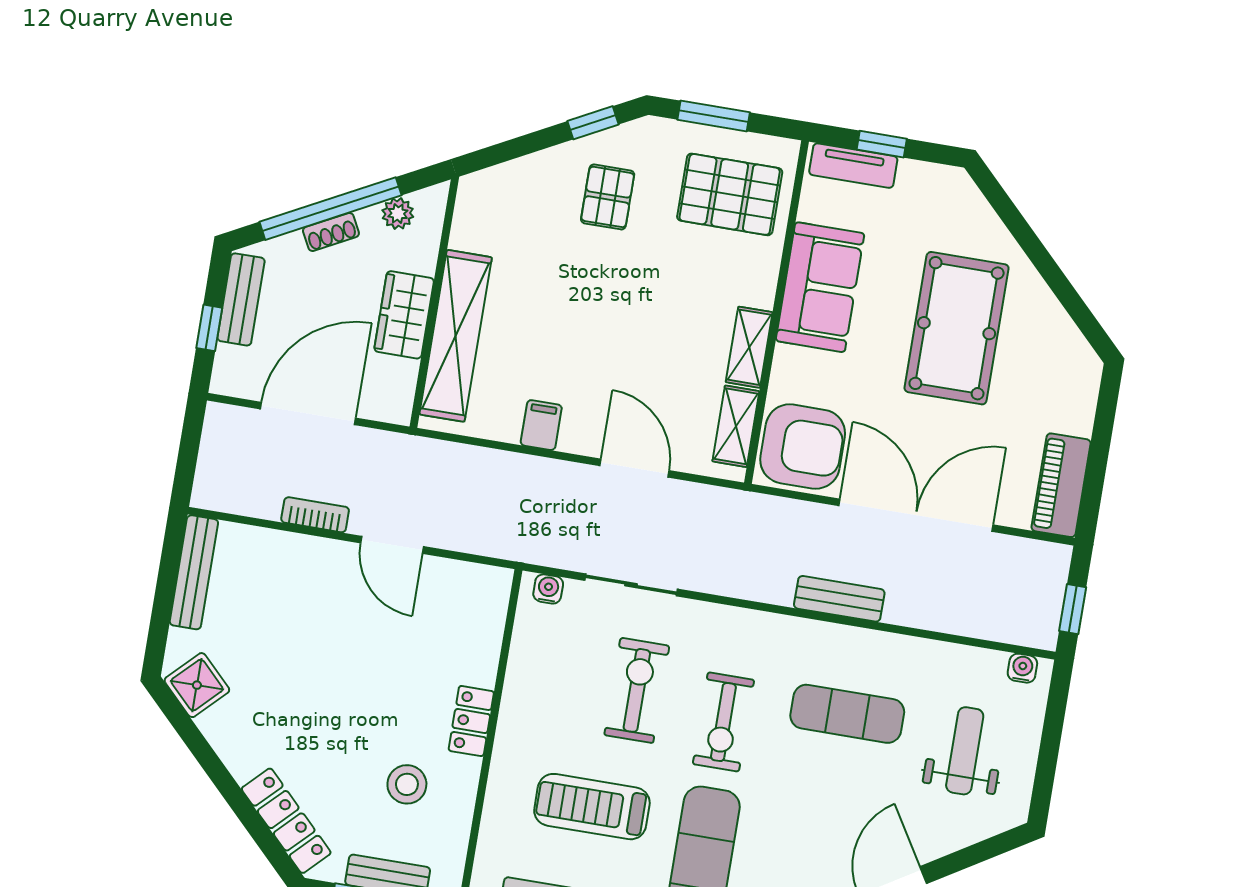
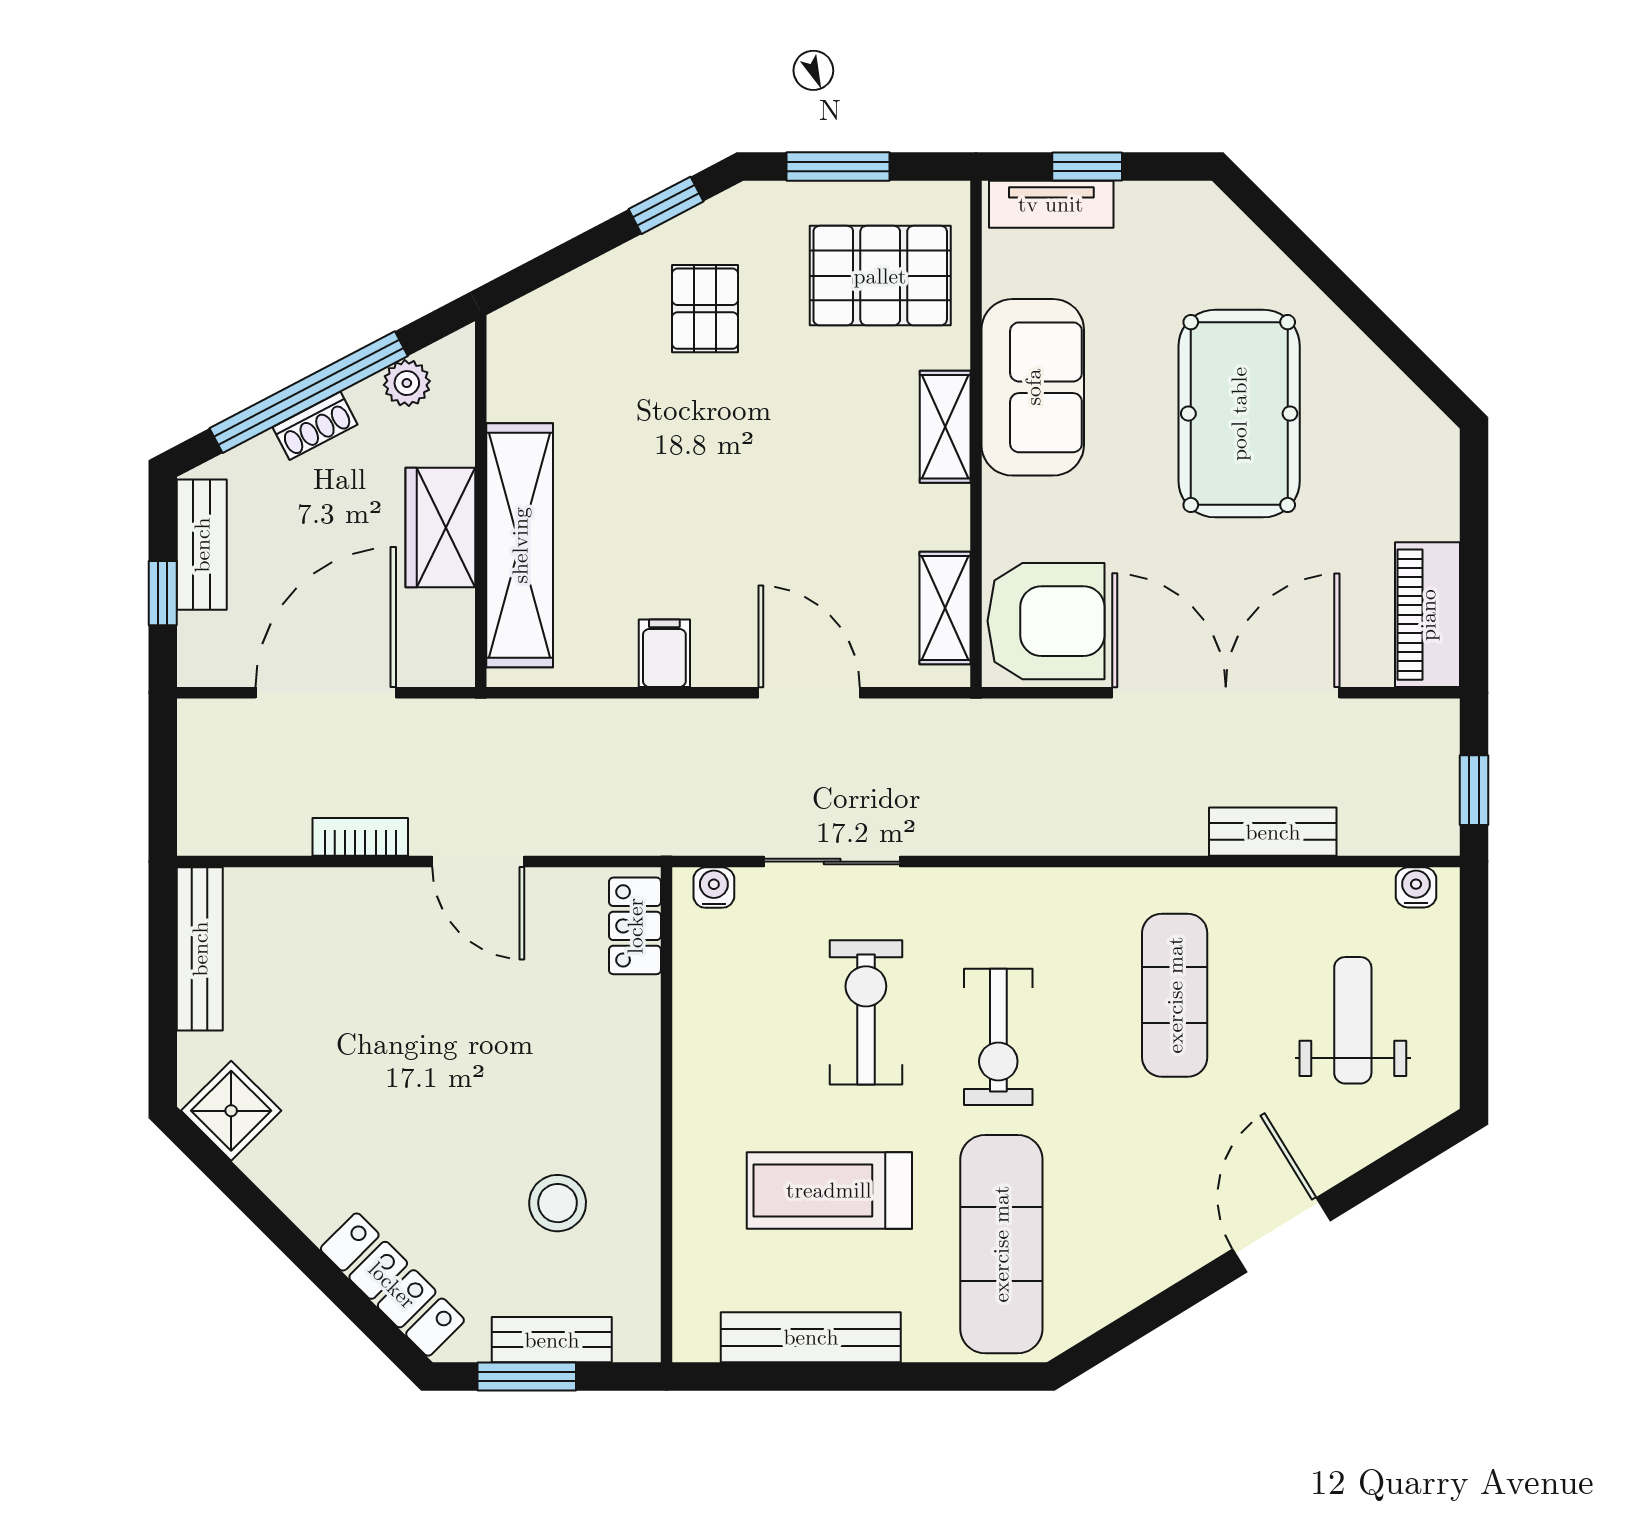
shelving: (749, 347) -> (945, 427), moved
bench: (839, 599) -> (1273, 832), moved
exercise mat: (847, 714) -> (1175, 995), turned 90
locker: (471, 721) -> (635, 926), moved

